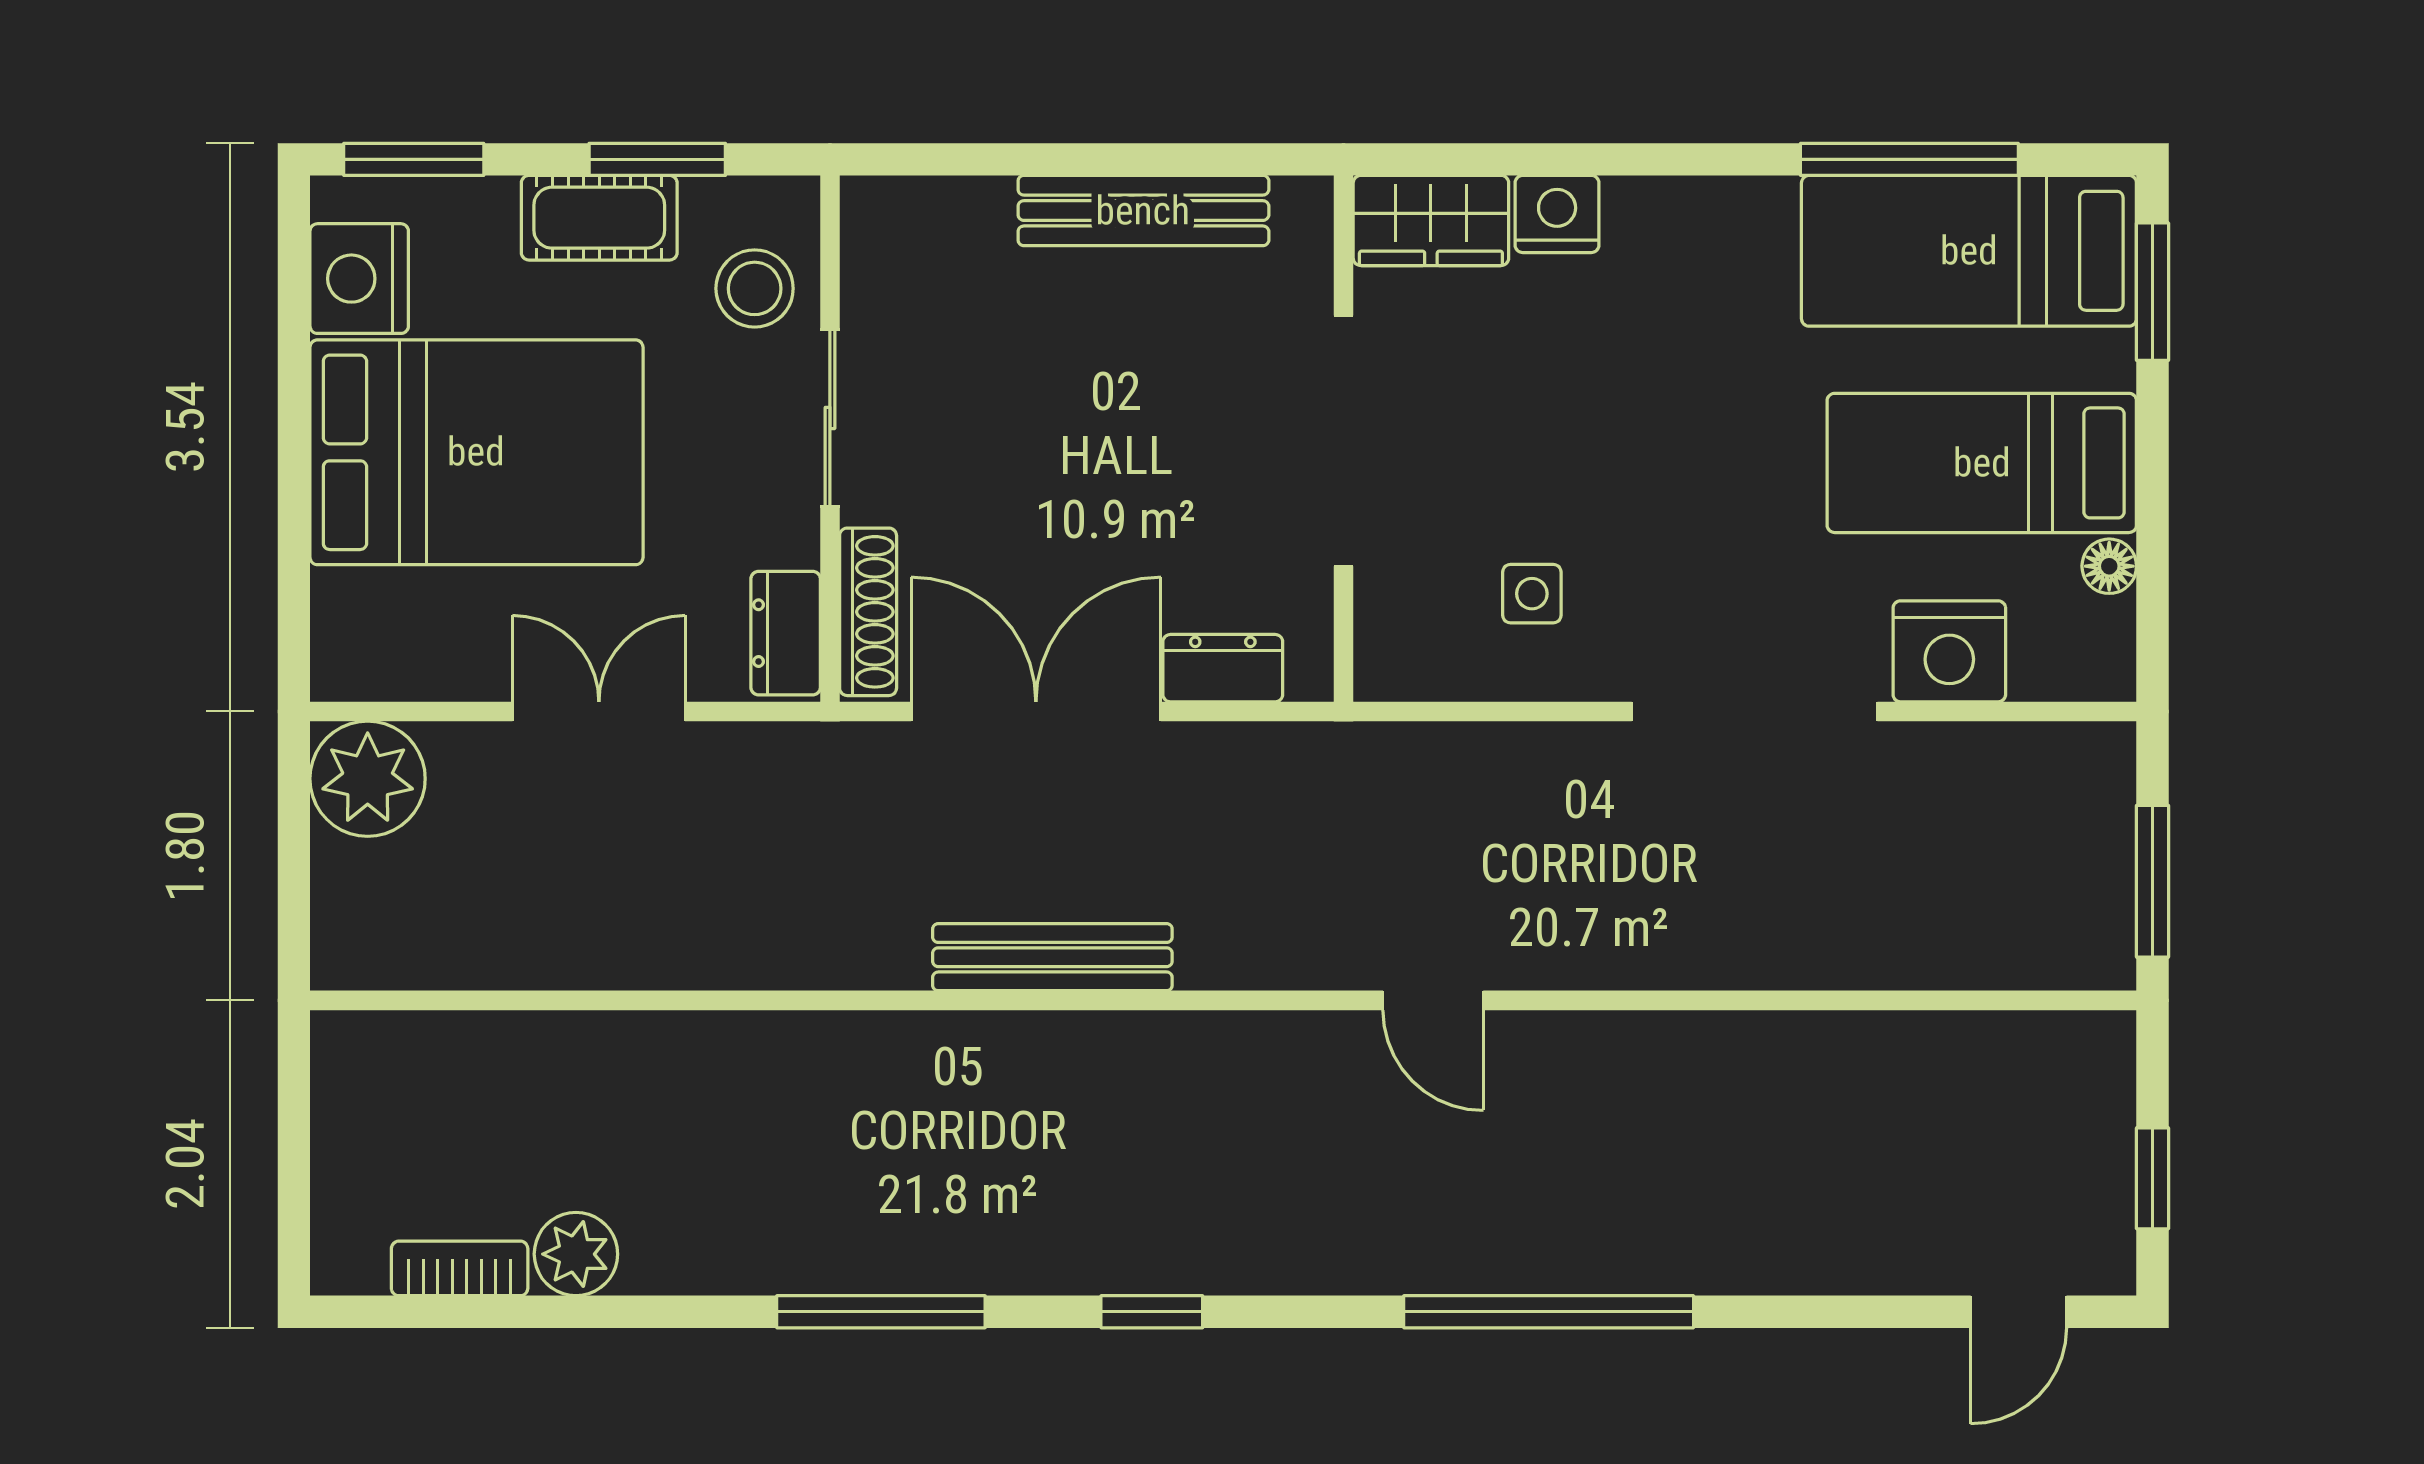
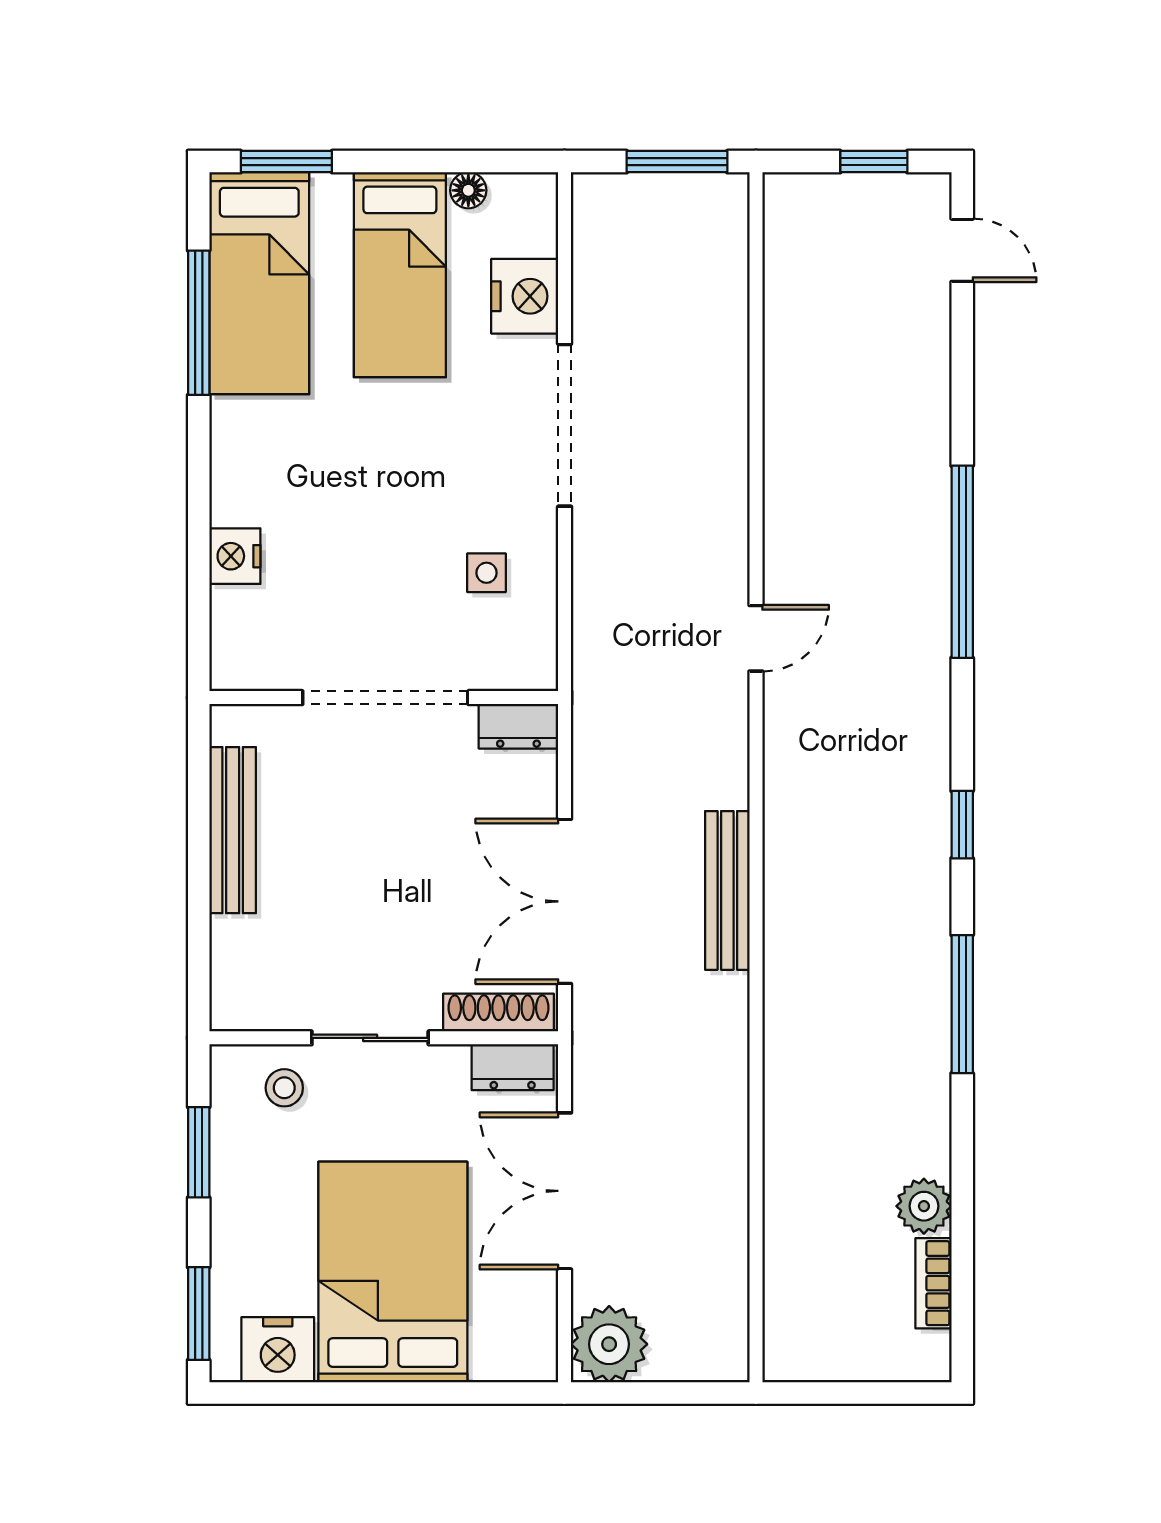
cot: (599, 218) -> (237, 1191), removed
wardrobe: (1431, 220) -> (239, 640), removed
stool: (755, 288) -> (284, 1088), width x0.73, depth x0.73
dresser: (1223, 668) -> (518, 726), moved, turned -90
double door: (599, 711) -> (565, 1191), width x1.37

